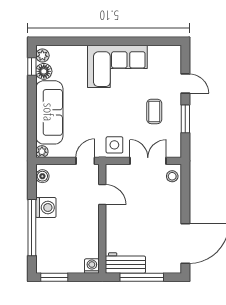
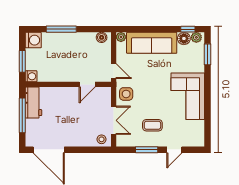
window: (64, 41) -> (208, 54), added
washing machine: (46, 208) -> (33, 40), moved, turned -90
window: (32, 228) -> (61, 29), width x0.68
window: (54, 277) -> (22, 61), moved

